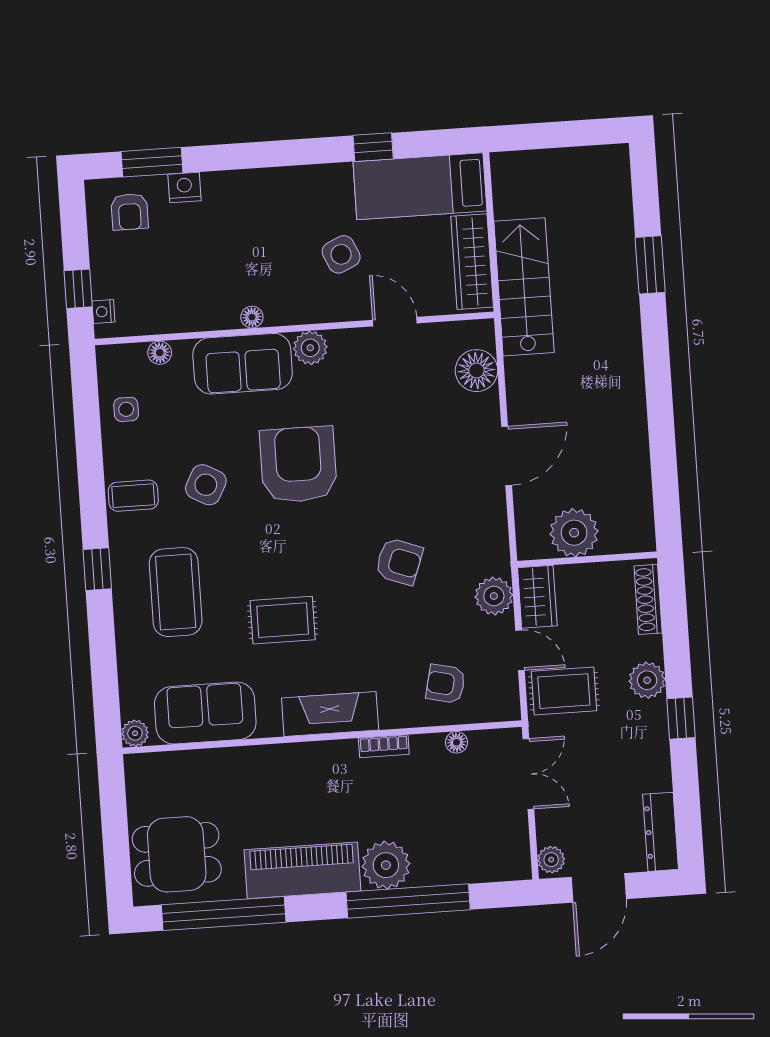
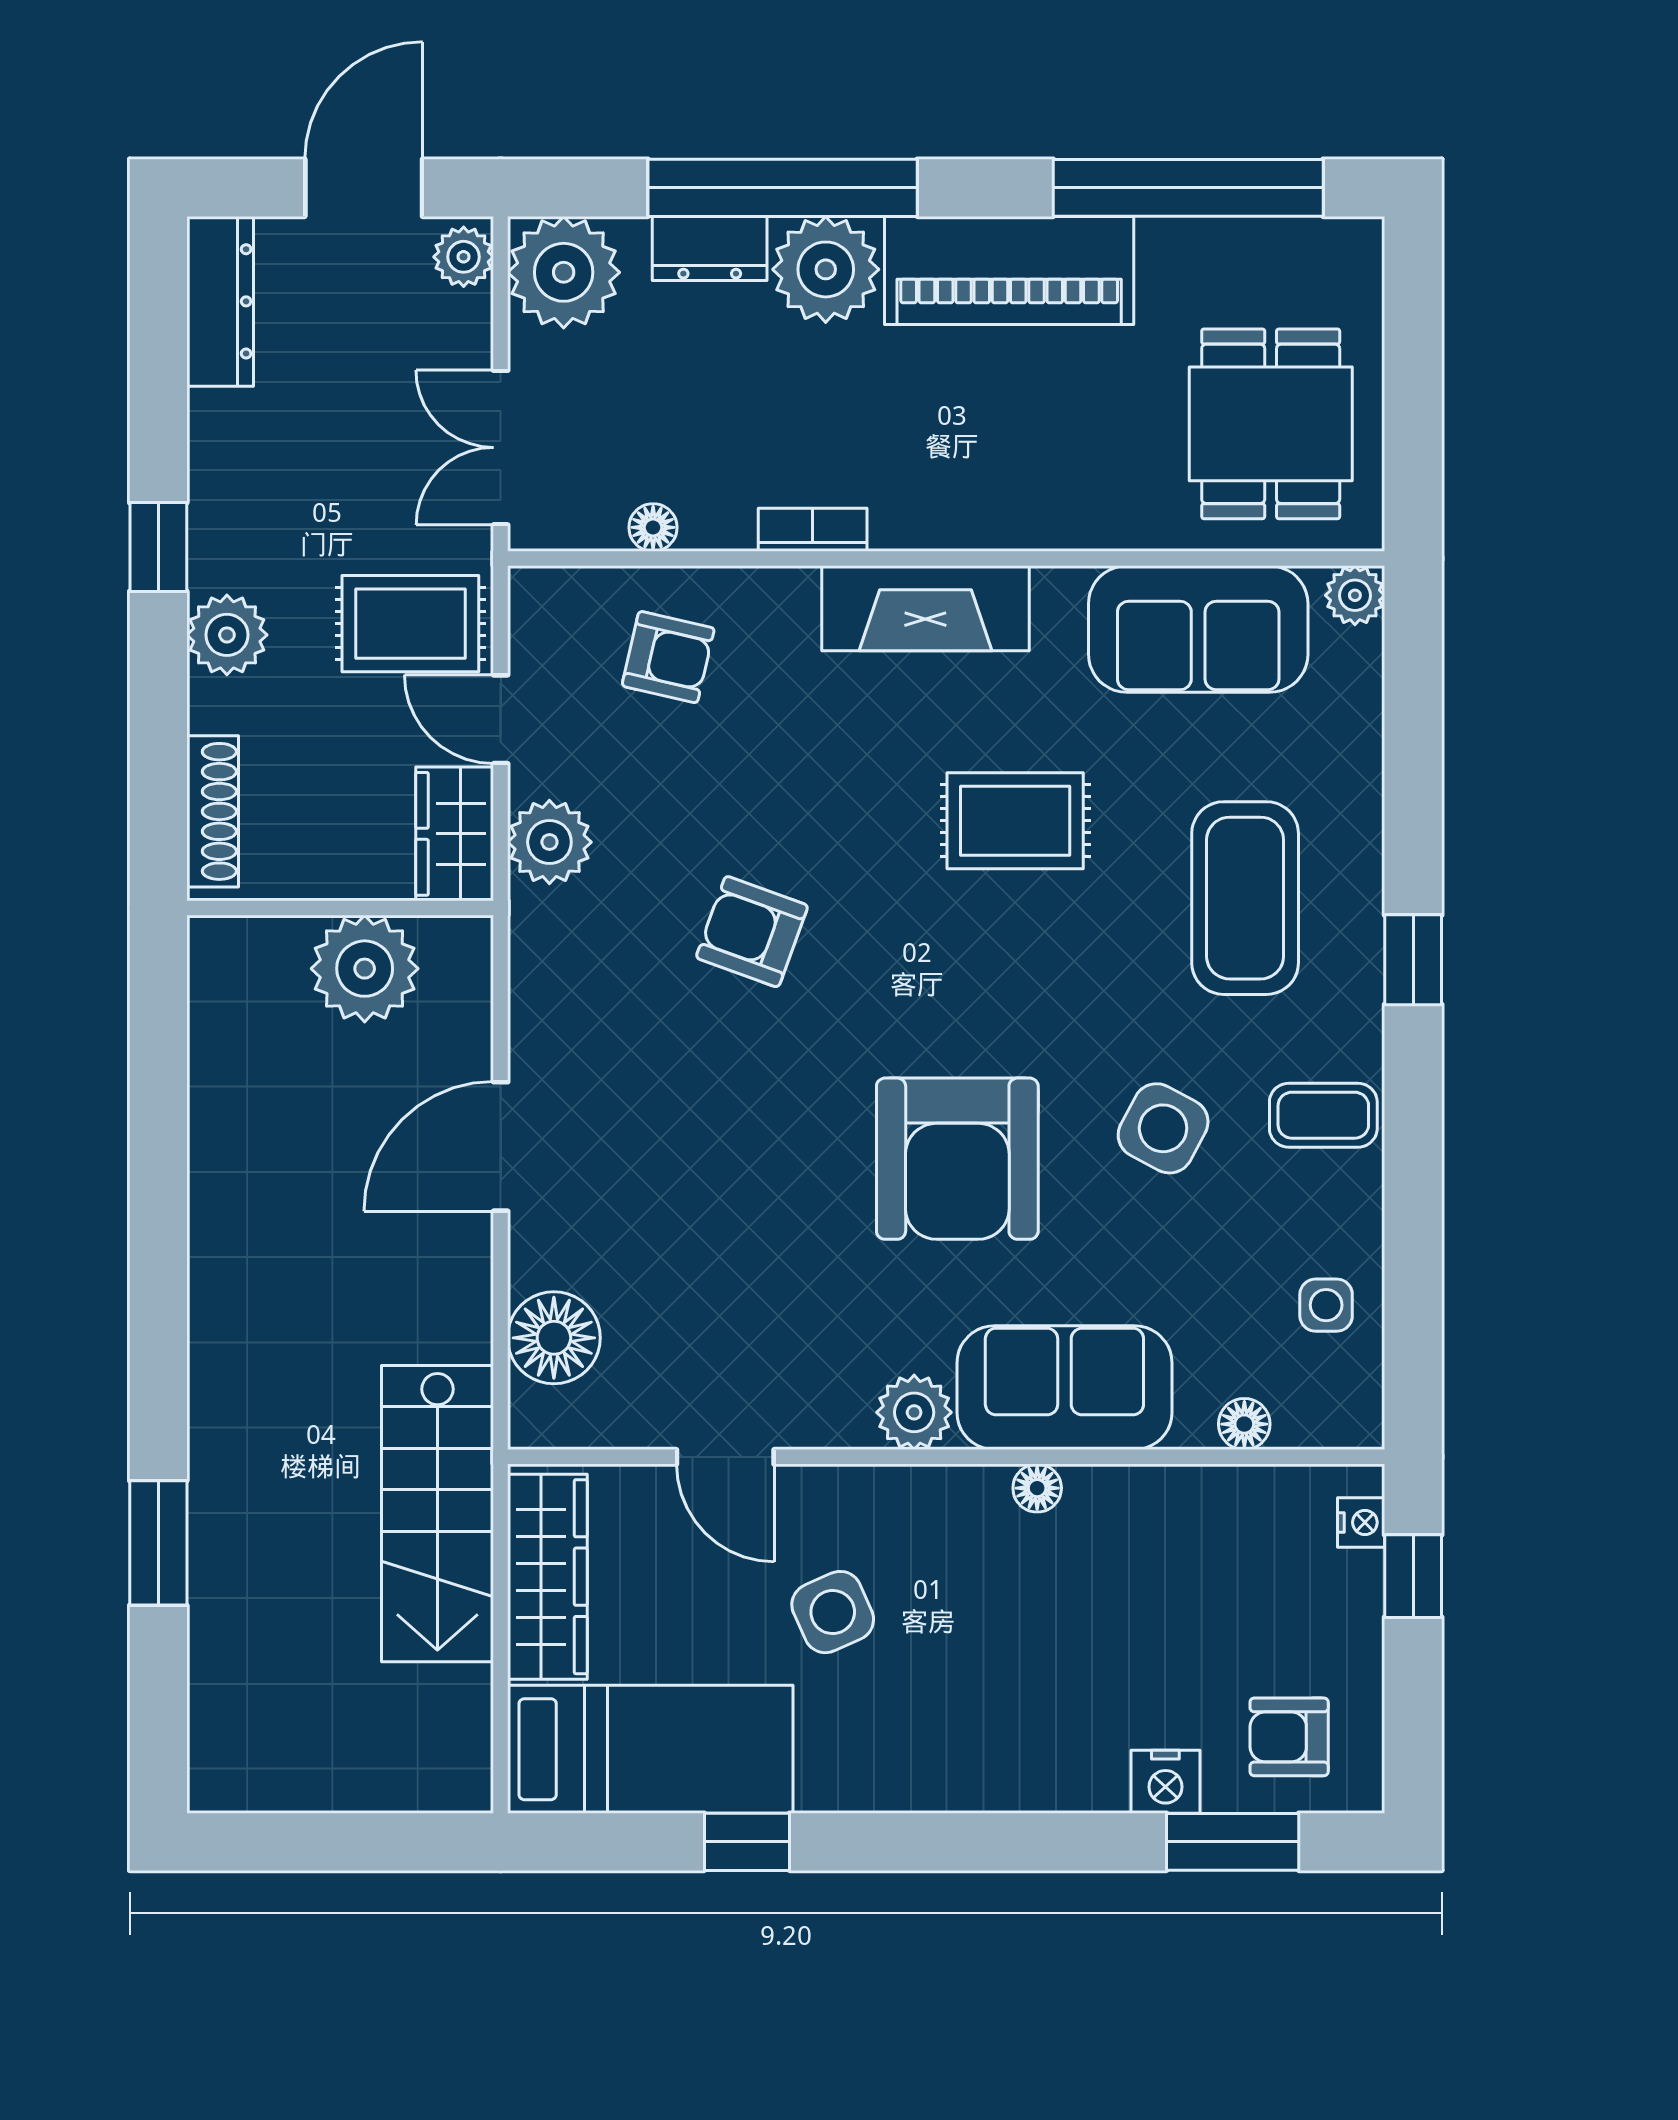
armchair: (130, 212) -> (1289, 1737), turned -90
dining table: (177, 854) -> (1271, 424), moved, turned 90
plant: (505, 856) -> (564, 272), added
dresser: (439, 871) -> (710, 249), added

